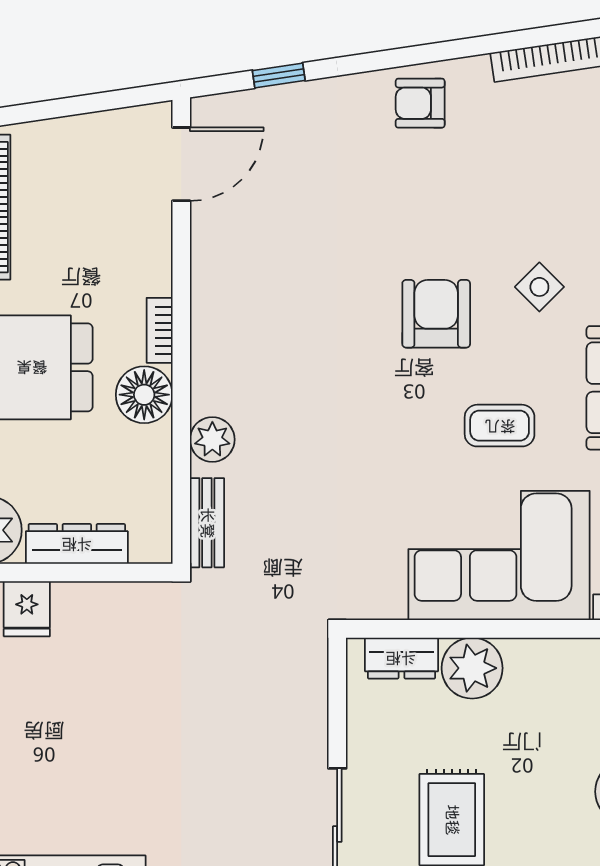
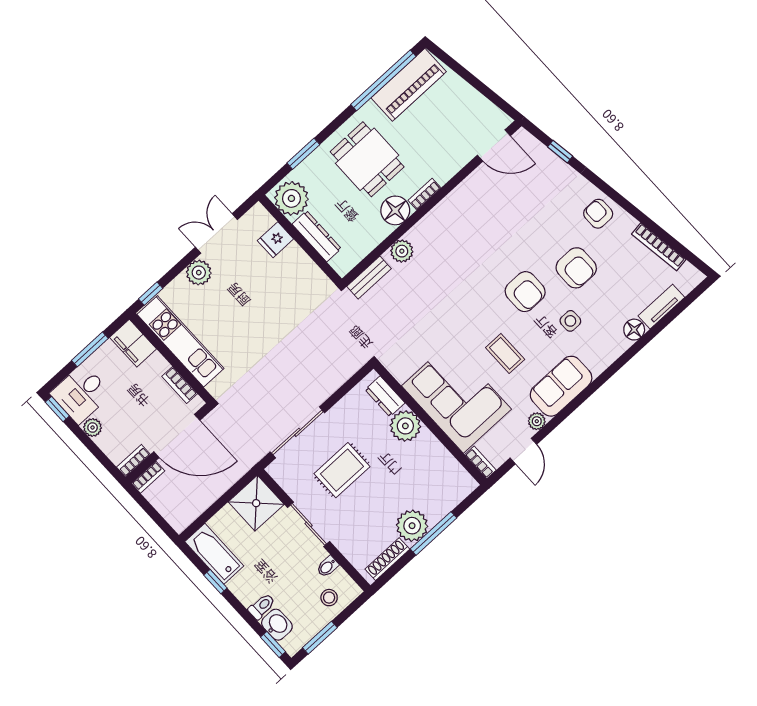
armchair: (470, 208) -> (576, 268), added
side table: (539, 287) -> (570, 321), turned 45
armchair: (436, 314) -> (525, 292), turned 90

